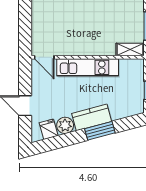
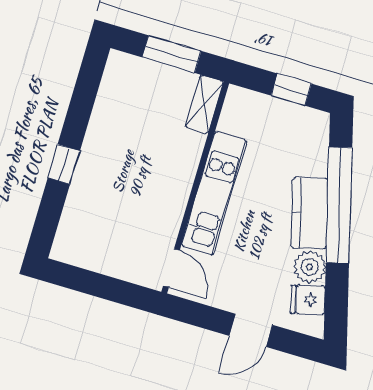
door: (44, 57) -> (171, 268), hinge flipped
window: (100, 131) -> (339, 205), width x2.11

